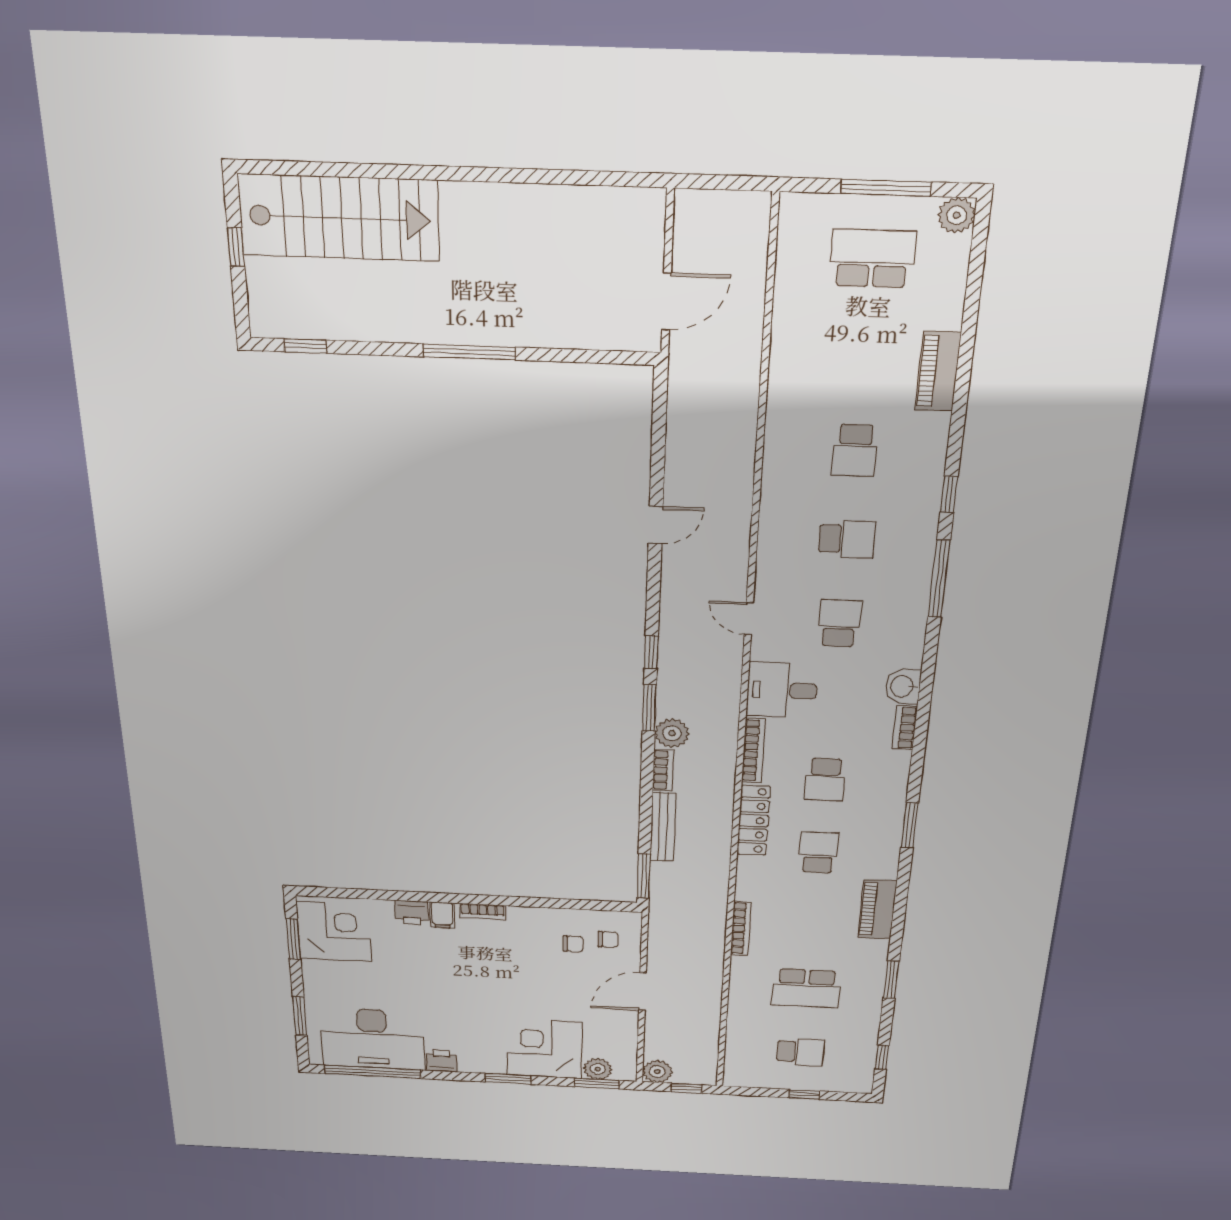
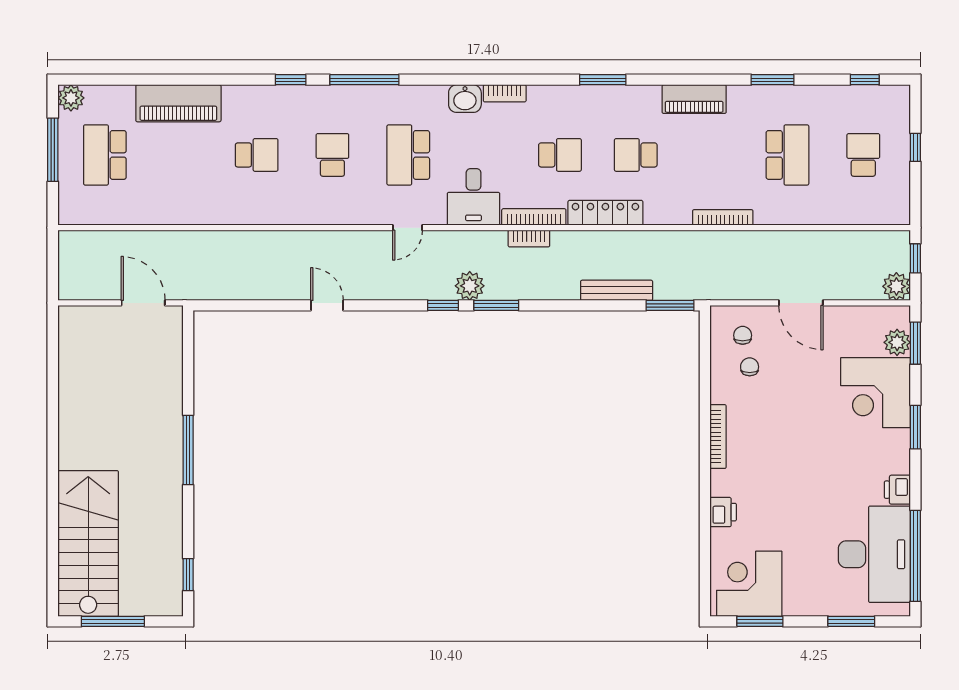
window: (236, 247) -> (113, 621), width x2.17
piano: (938, 371) -> (178, 103), width x1.37, depth x1.33
school desk: (839, 623) -> (408, 155), width x1.85
plant: (672, 733) -> (470, 286), moved
bookcase: (663, 770) -> (529, 239), moved, turned 180
bookcase: (483, 912) -> (718, 437), width x1.56
filing cabinet: (442, 915) -> (724, 485), removed

